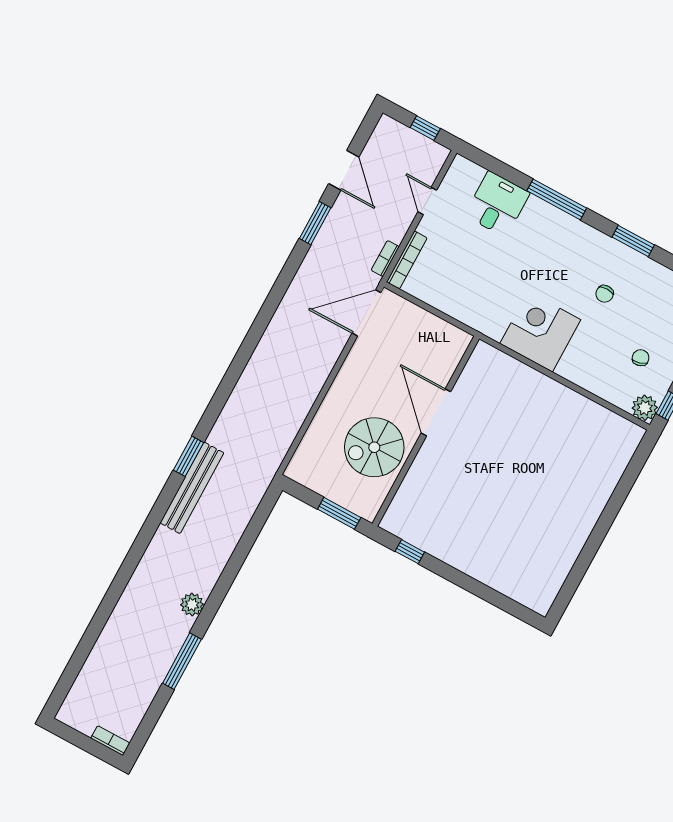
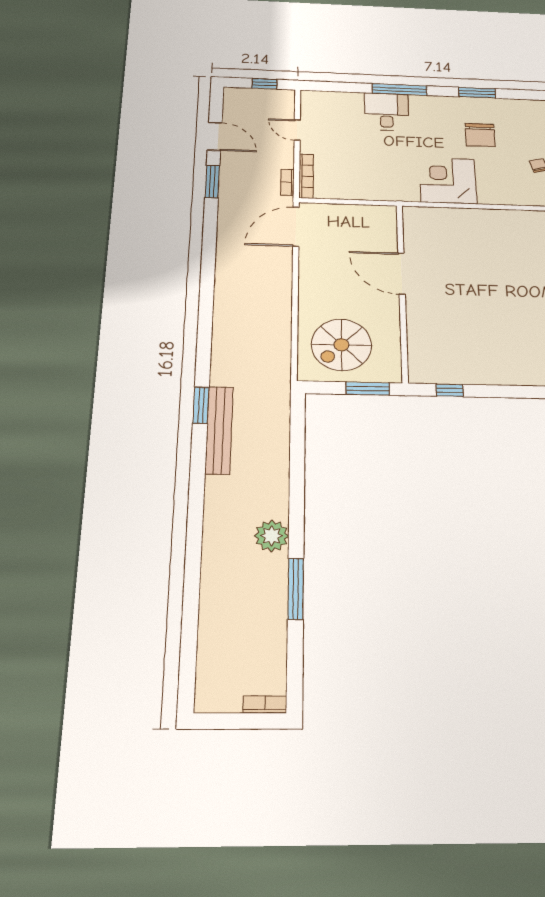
desk: (497, 204) -> (386, 112), moved
chair: (605, 294) -> (480, 135), width x1.87, depth x1.87
spiral stairs: (374, 447) -> (341, 345), moved
plant: (192, 605) -> (272, 536), width x1.36, depth x1.36

